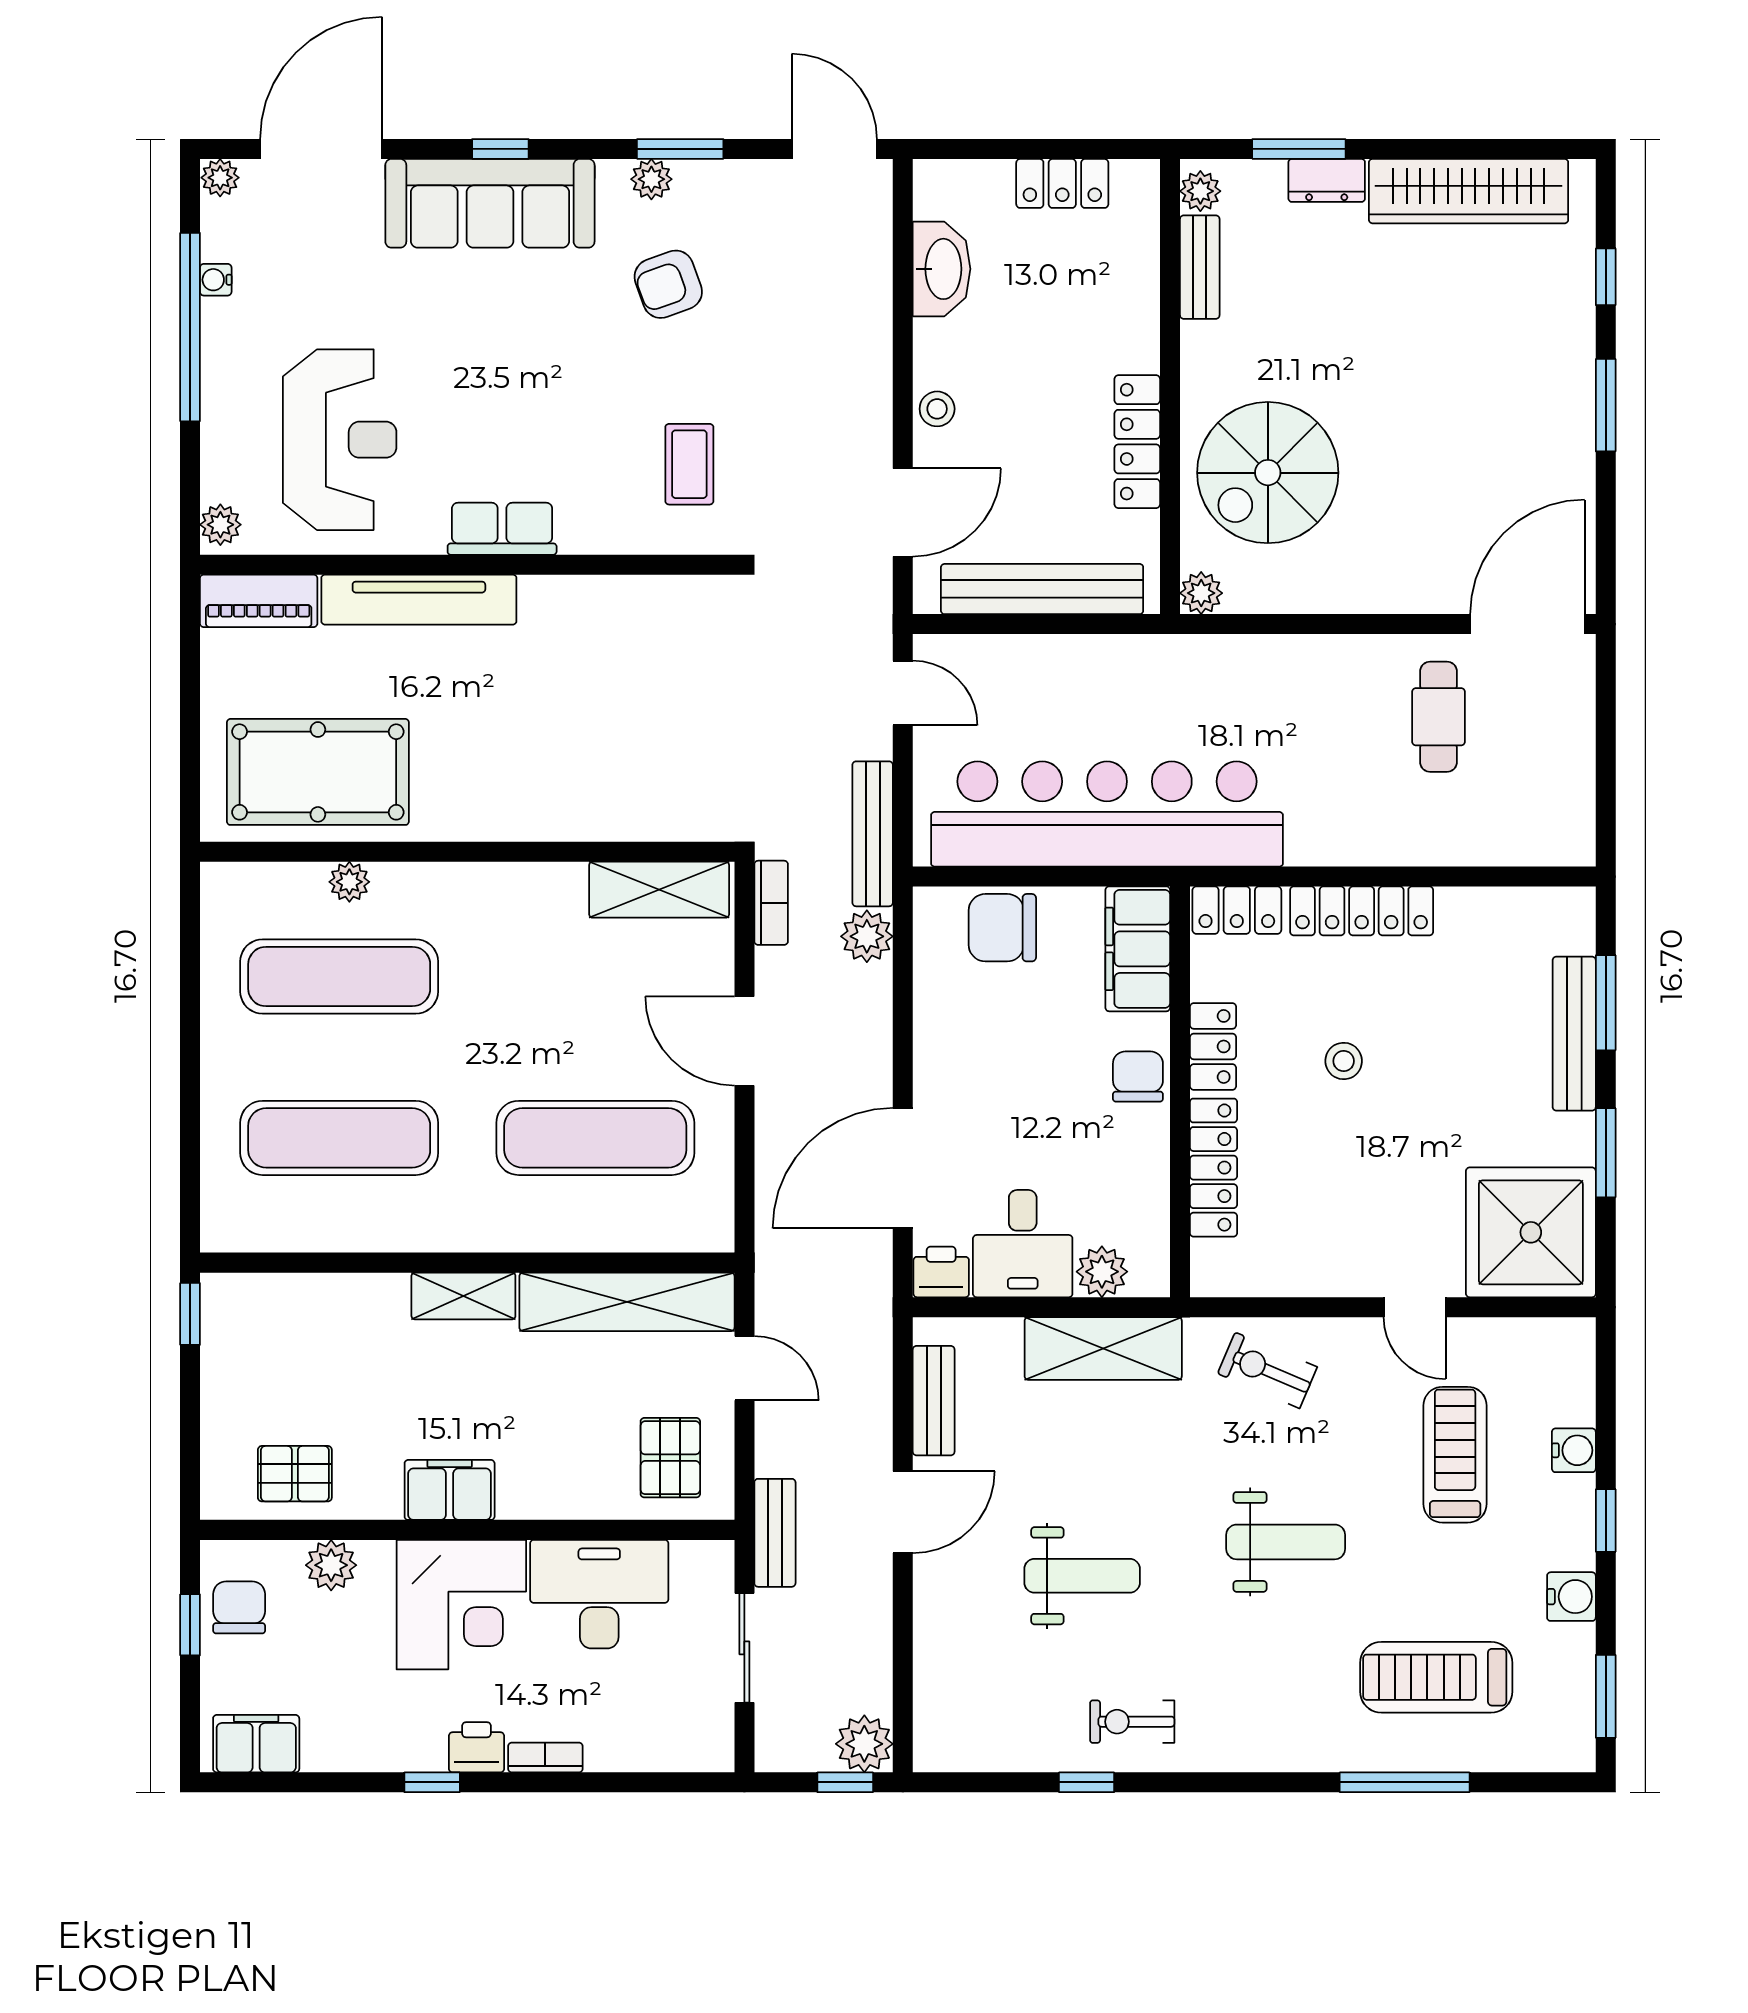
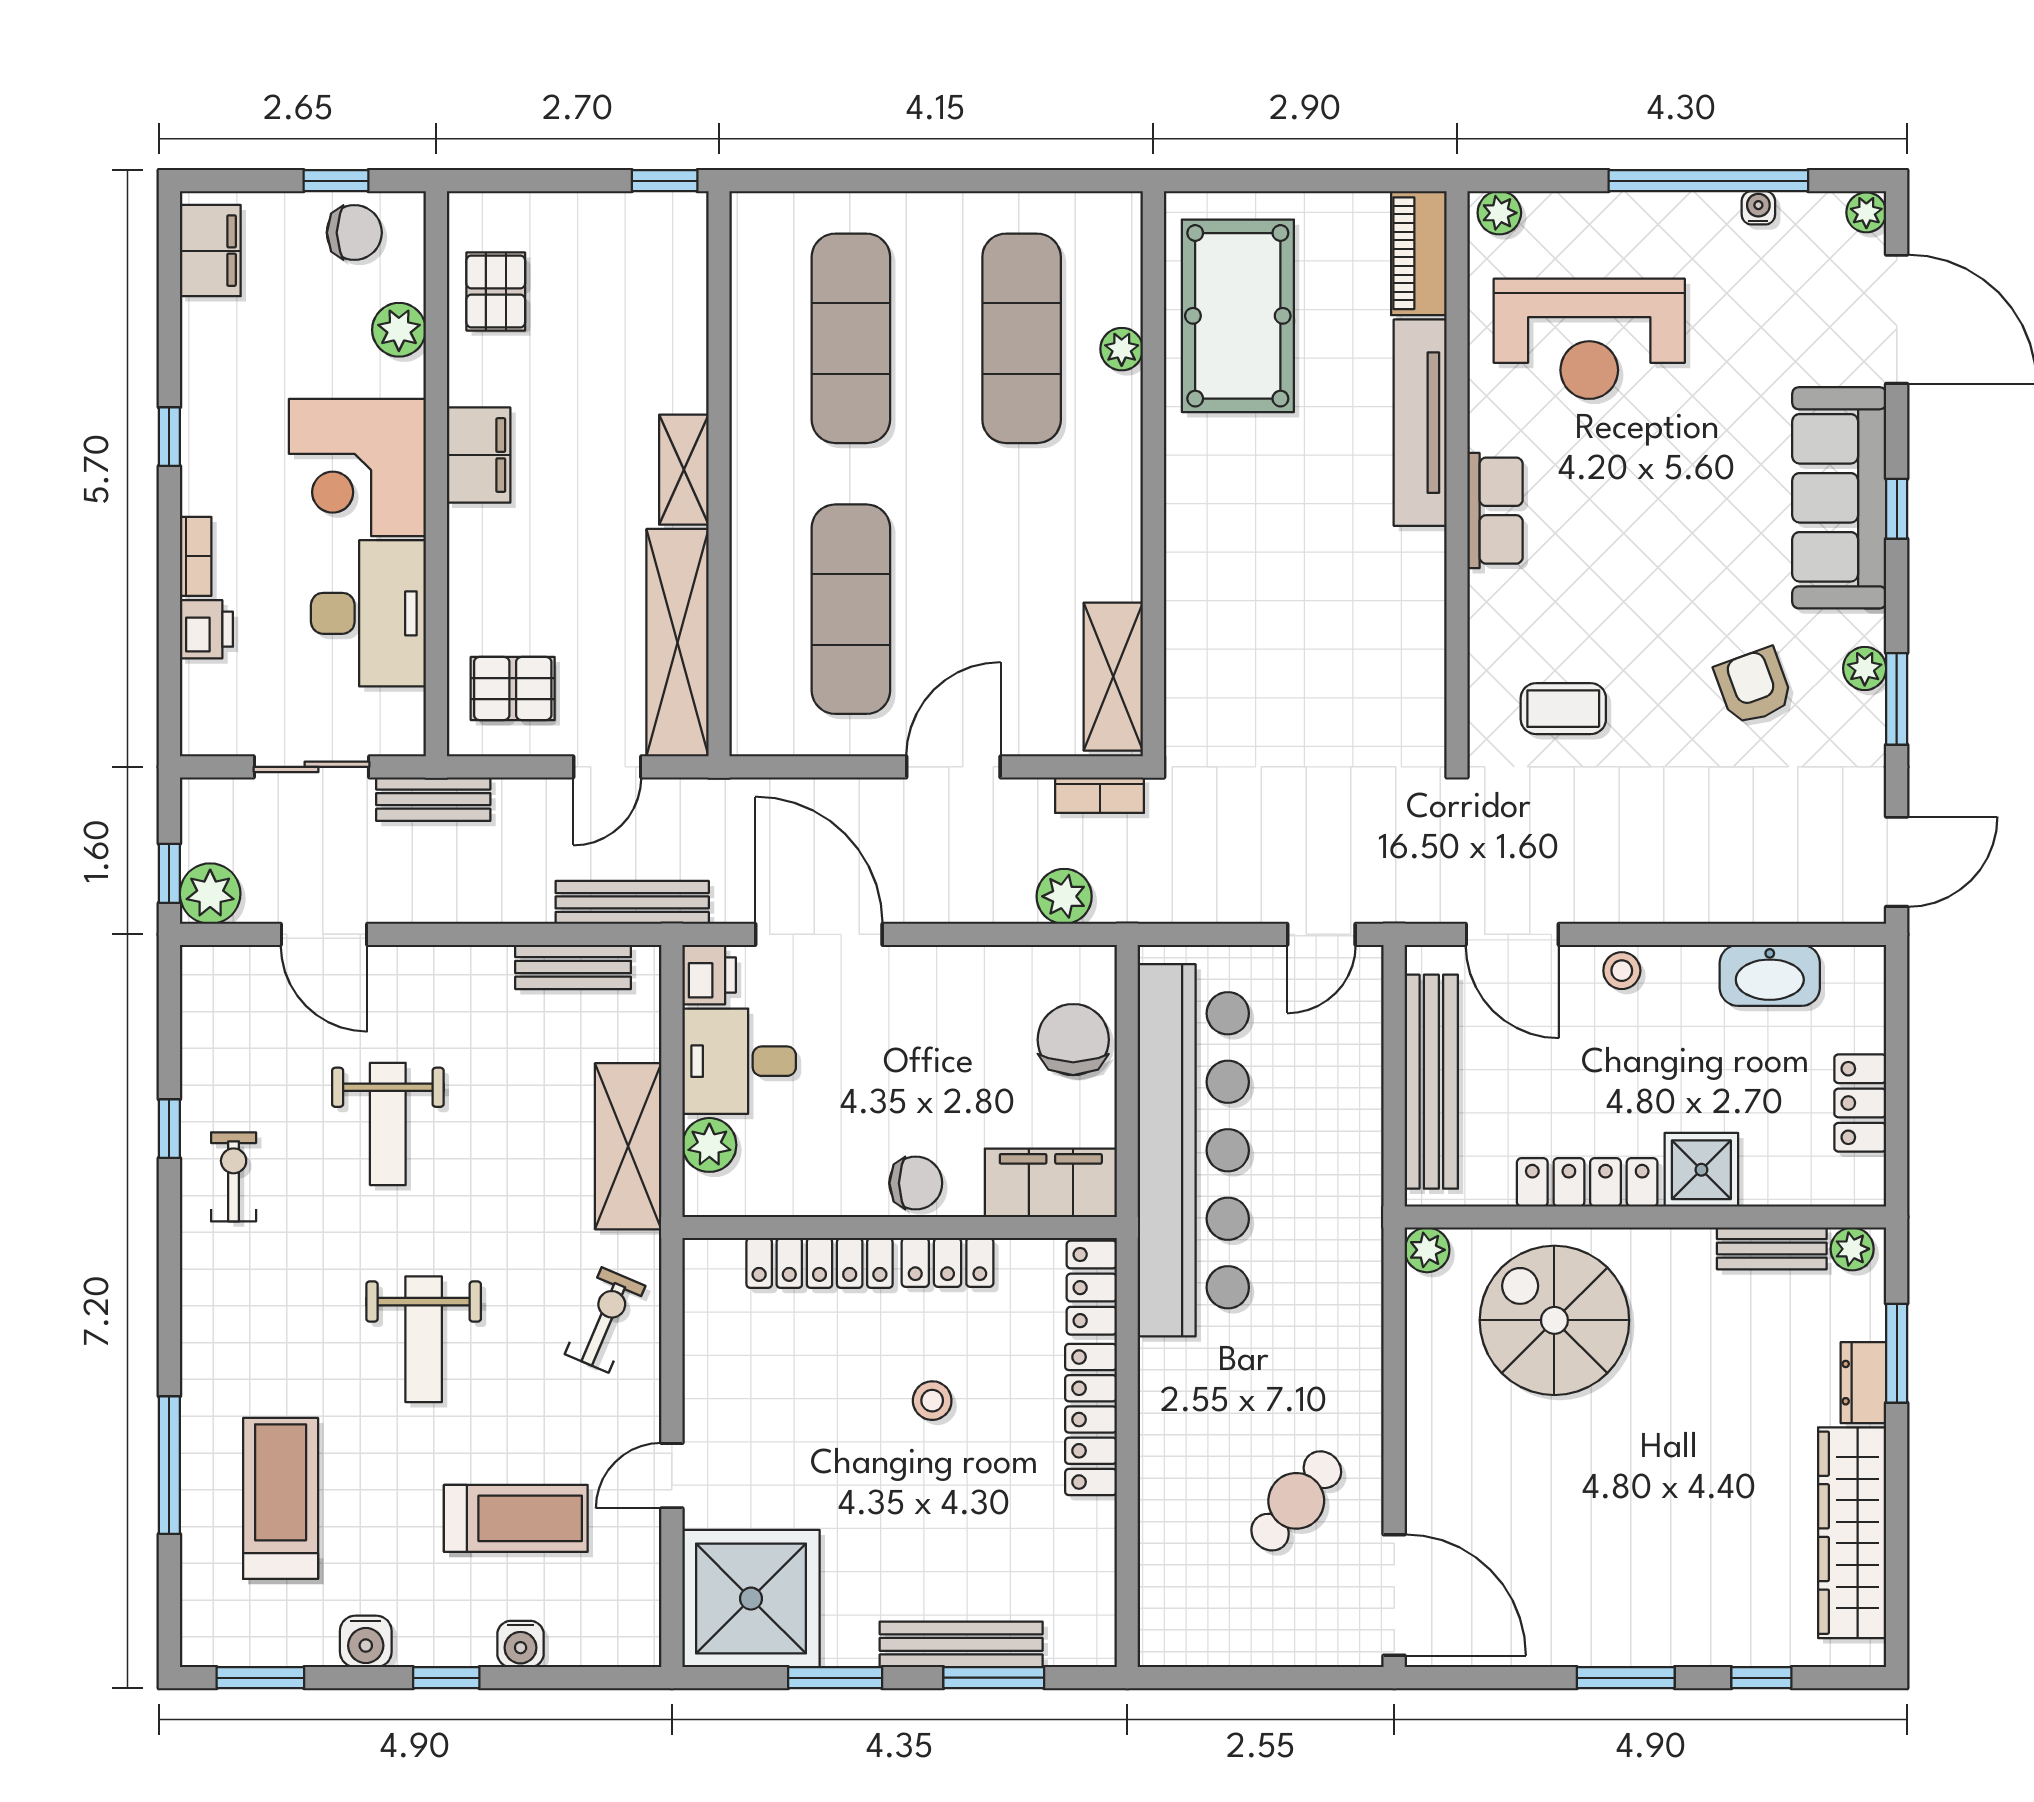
shower: (1125, 334) -> (1701, 1170), added
cafe table: (1439, 717) -> (1296, 1501), turned -50
bench: (873, 834) -> (632, 902), moved
door: (903, 1512) -> (324, 934), moved
printer: (476, 1747) -> (206, 629), moved

